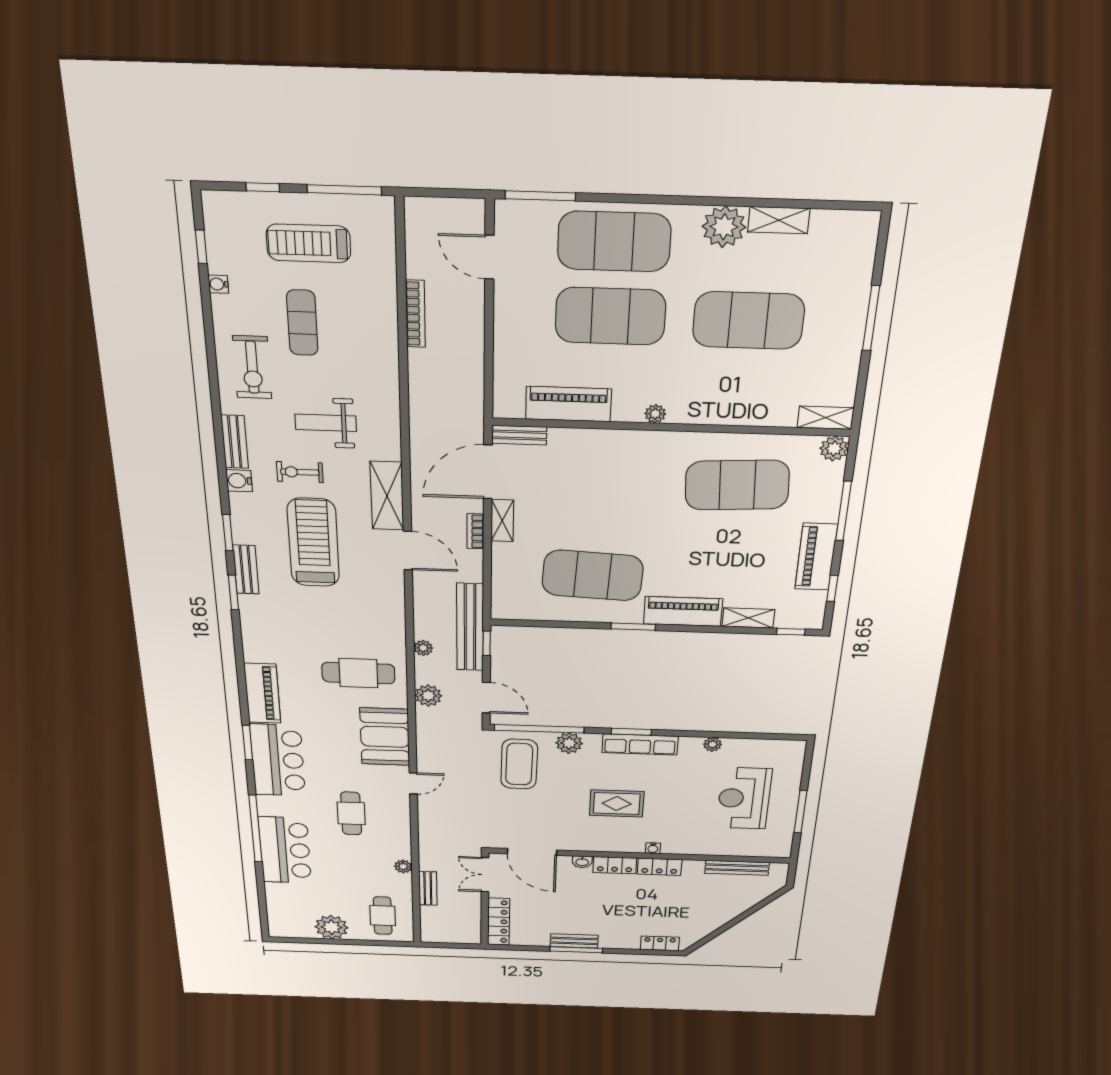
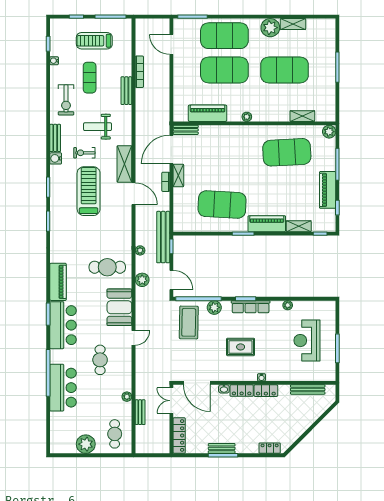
shelving: (826, 418) -> (302, 116), moved
bench: (246, 570) -> (126, 91), moved

